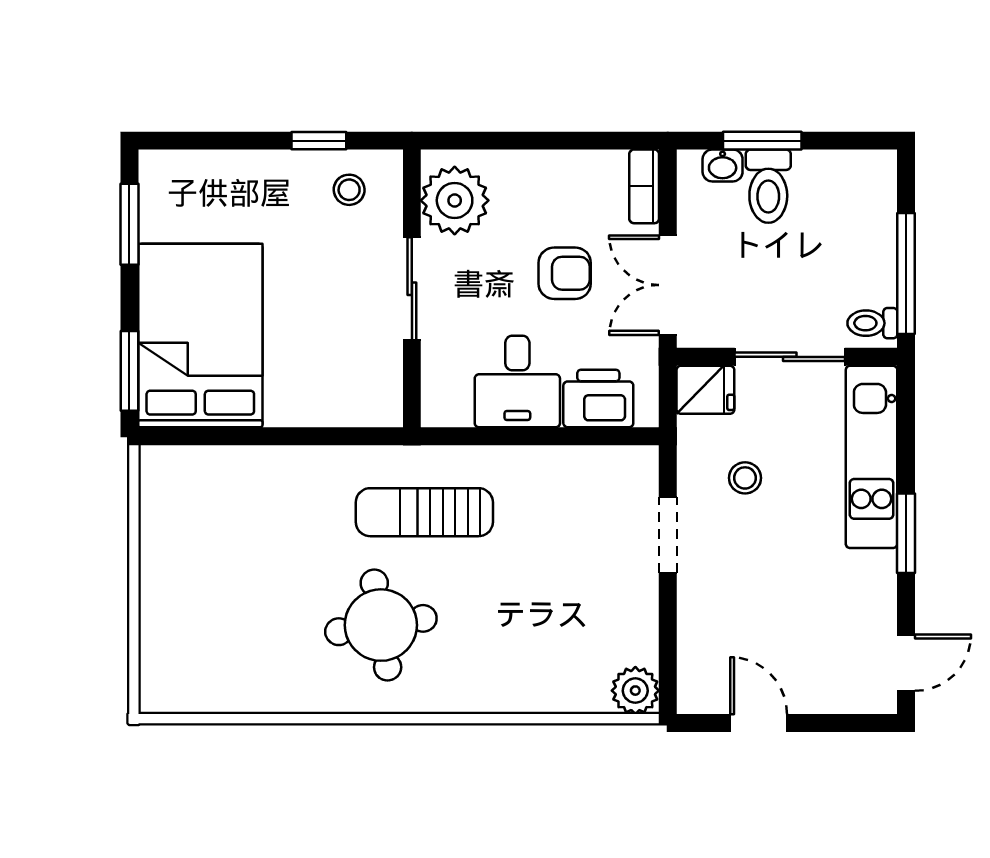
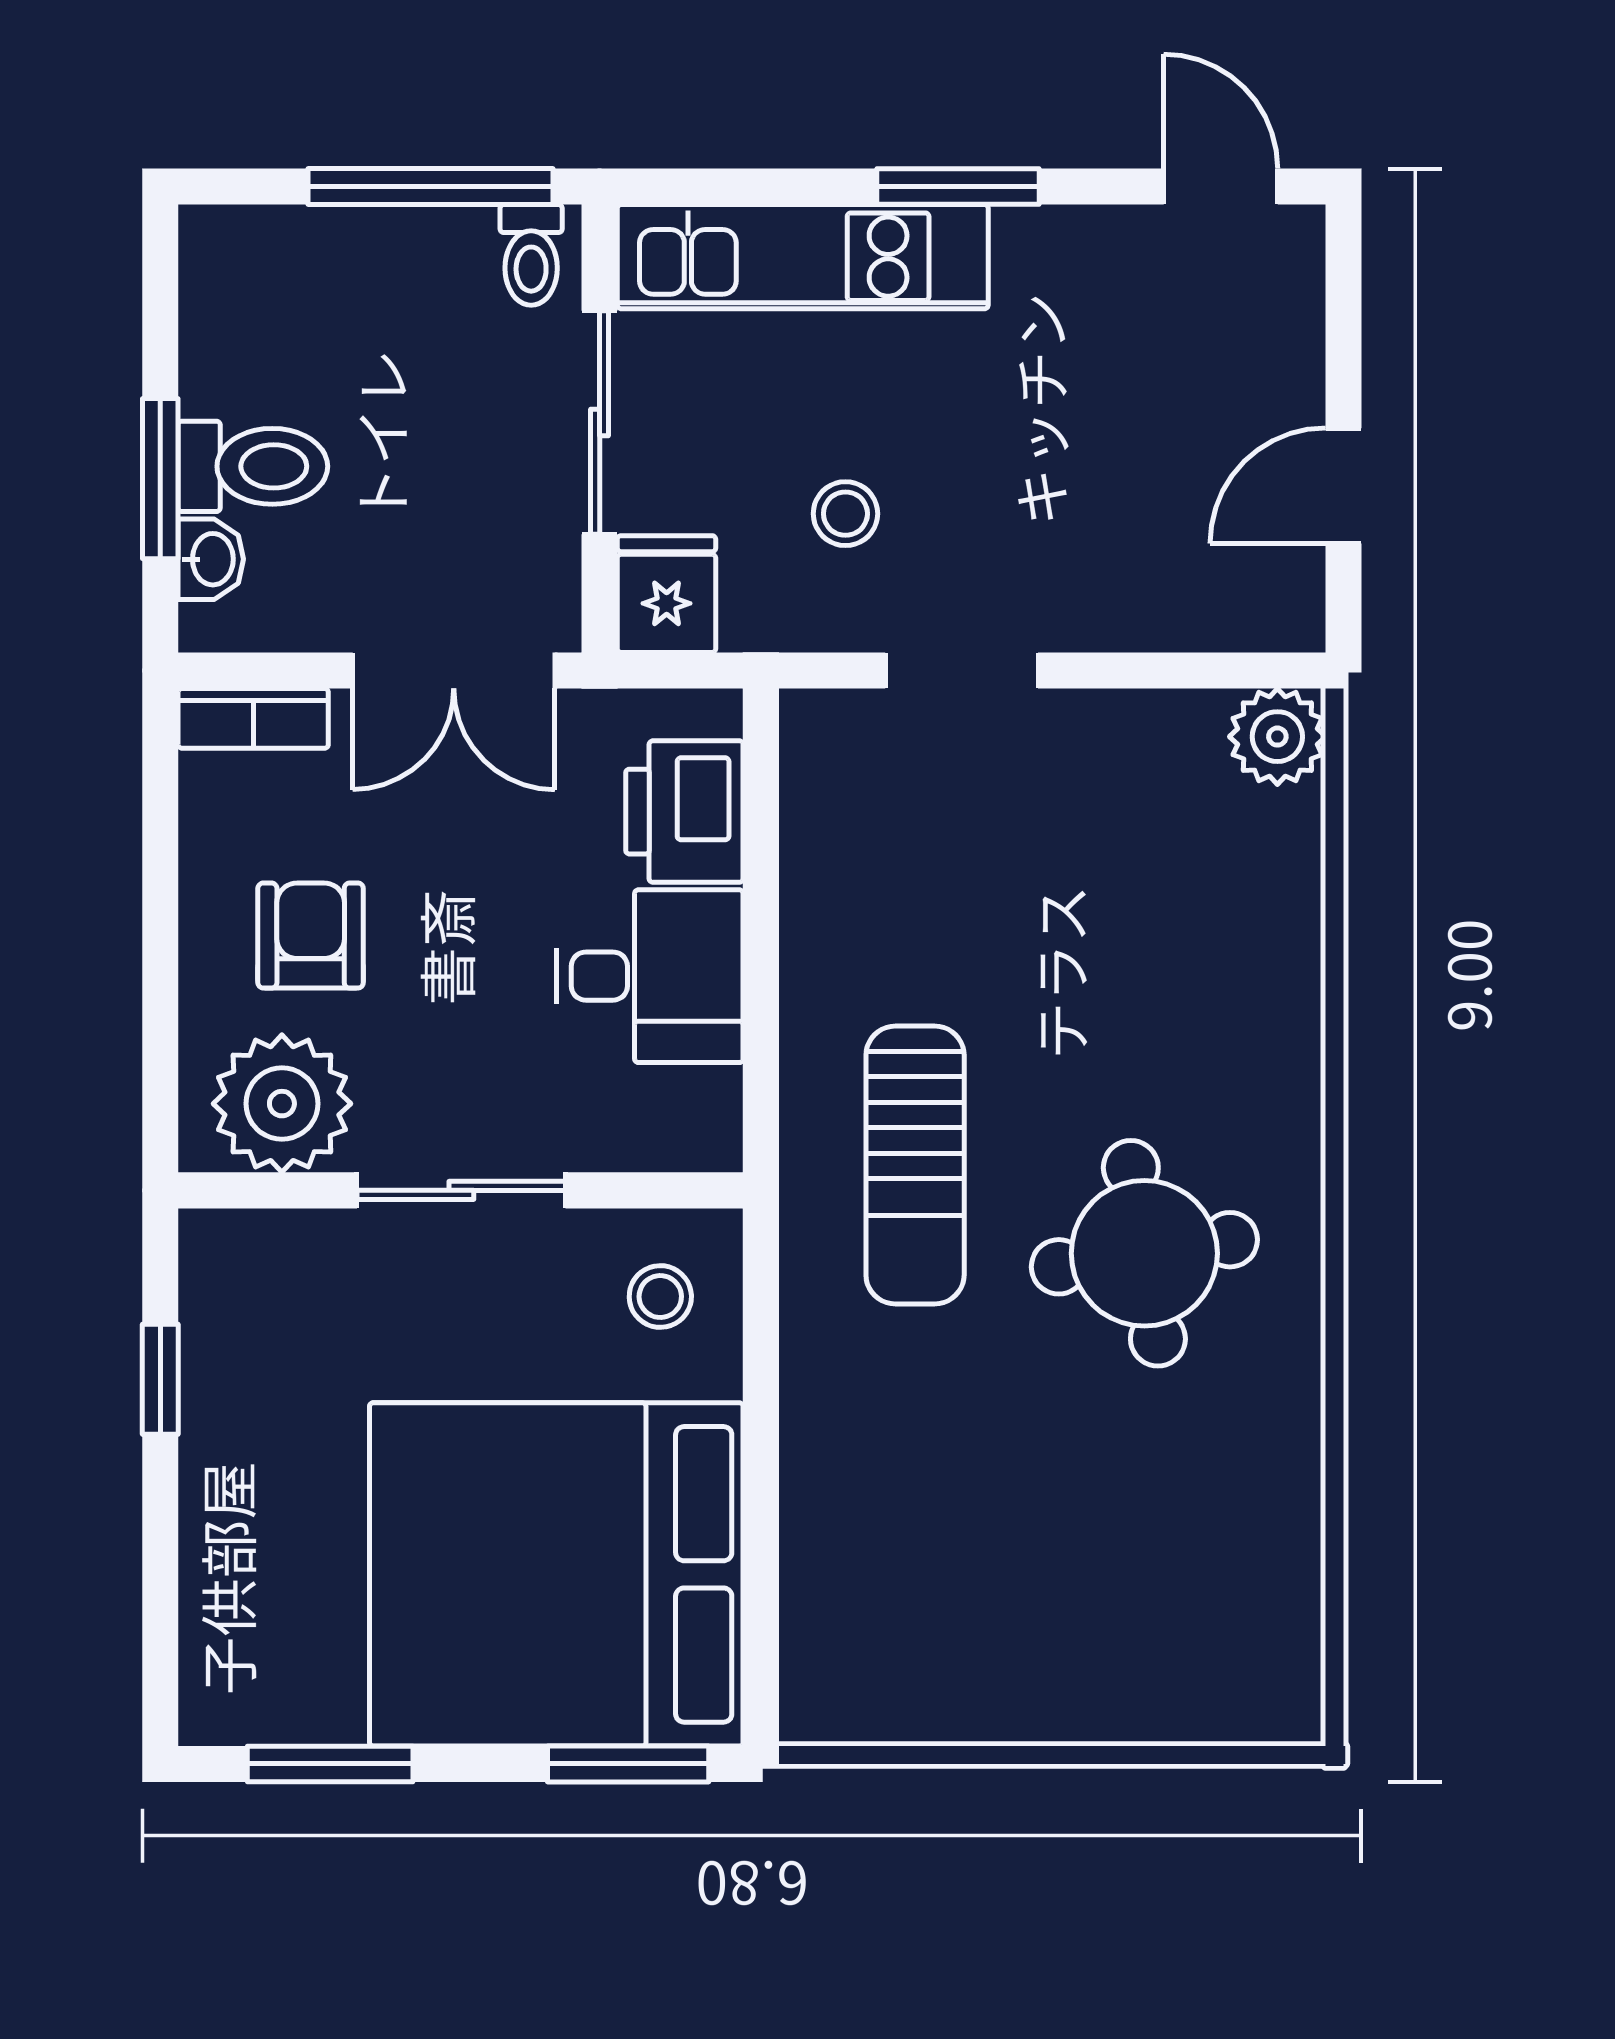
stool: (349, 190) -> (660, 1297), moved
armchair: (565, 273) -> (311, 936), moved
bed: (200, 336) -> (556, 1574), width x1.36

